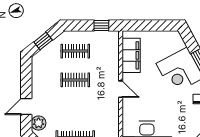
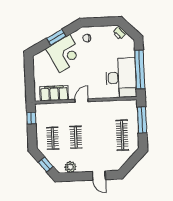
plant: (39, 123) -> (70, 167), moved

